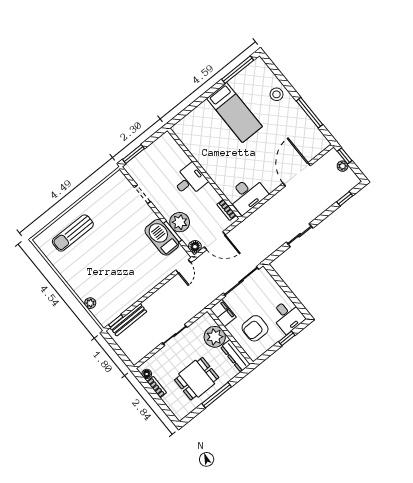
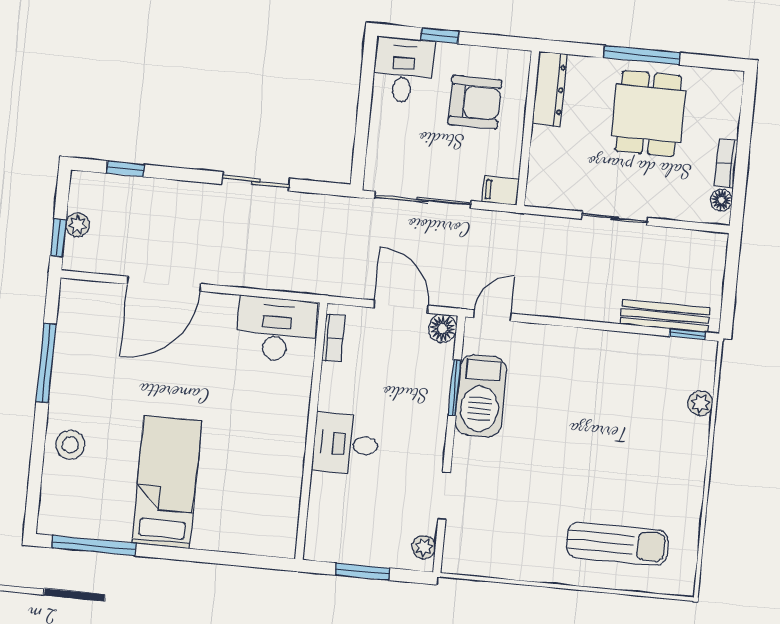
window: (133, 154) -> (363, 572), moved
plant: (180, 222) -> (424, 547), moved, width x0.53, depth x0.53
filing cabinet: (223, 313) -> (501, 191), width x0.50
plant: (215, 337) -> (553, 152), removed
dining table: (197, 379) -> (648, 113), turned 90

